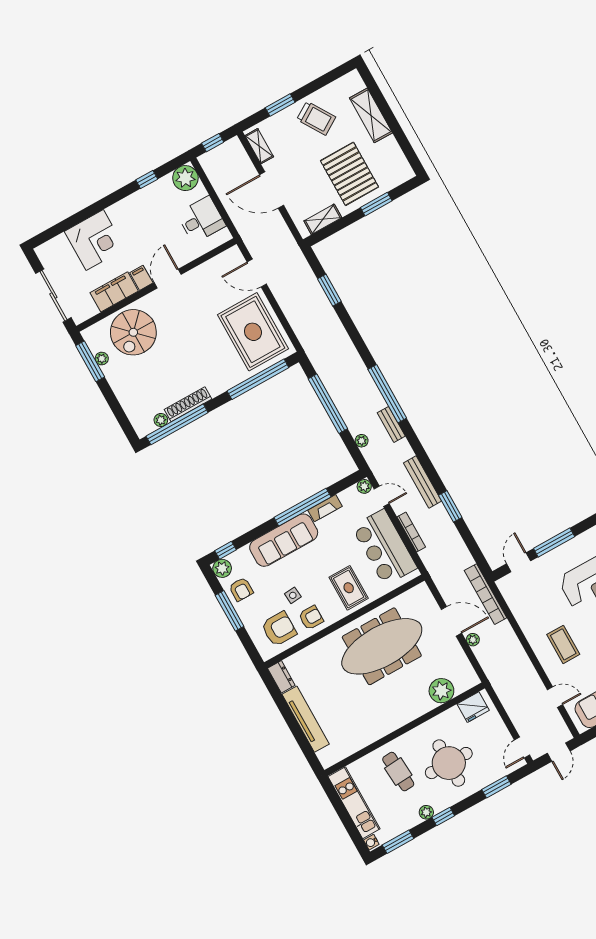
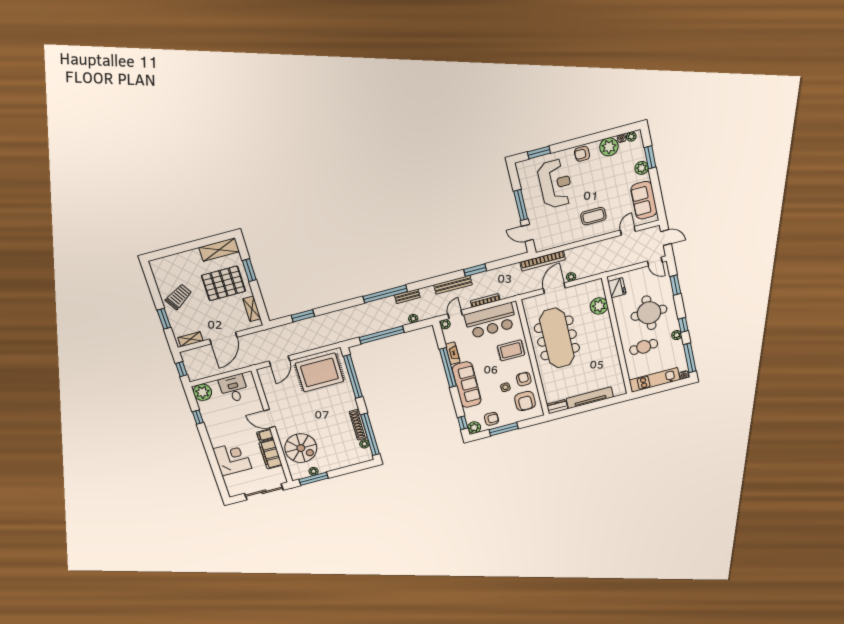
shelving: (371, 115) -> (219, 250), moved
armchair: (279, 629) -> (525, 401), turned 180
window: (398, 842) -> (690, 358), width x1.44

